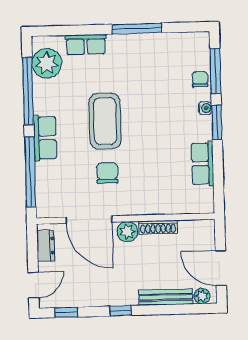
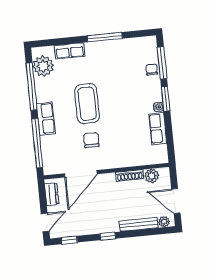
water cooler: (205, 108) -> (158, 107), moved
door: (89, 220) -> (81, 174), hinge flipped
plant: (127, 232) -> (152, 176), moved

